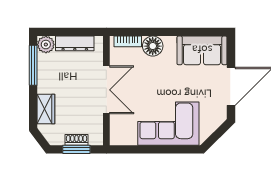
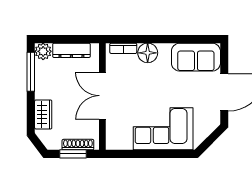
double door: (106, 90) -> (102, 96), swing flipped
shoe rack: (77, 140) -> (78, 145), width x1.43

